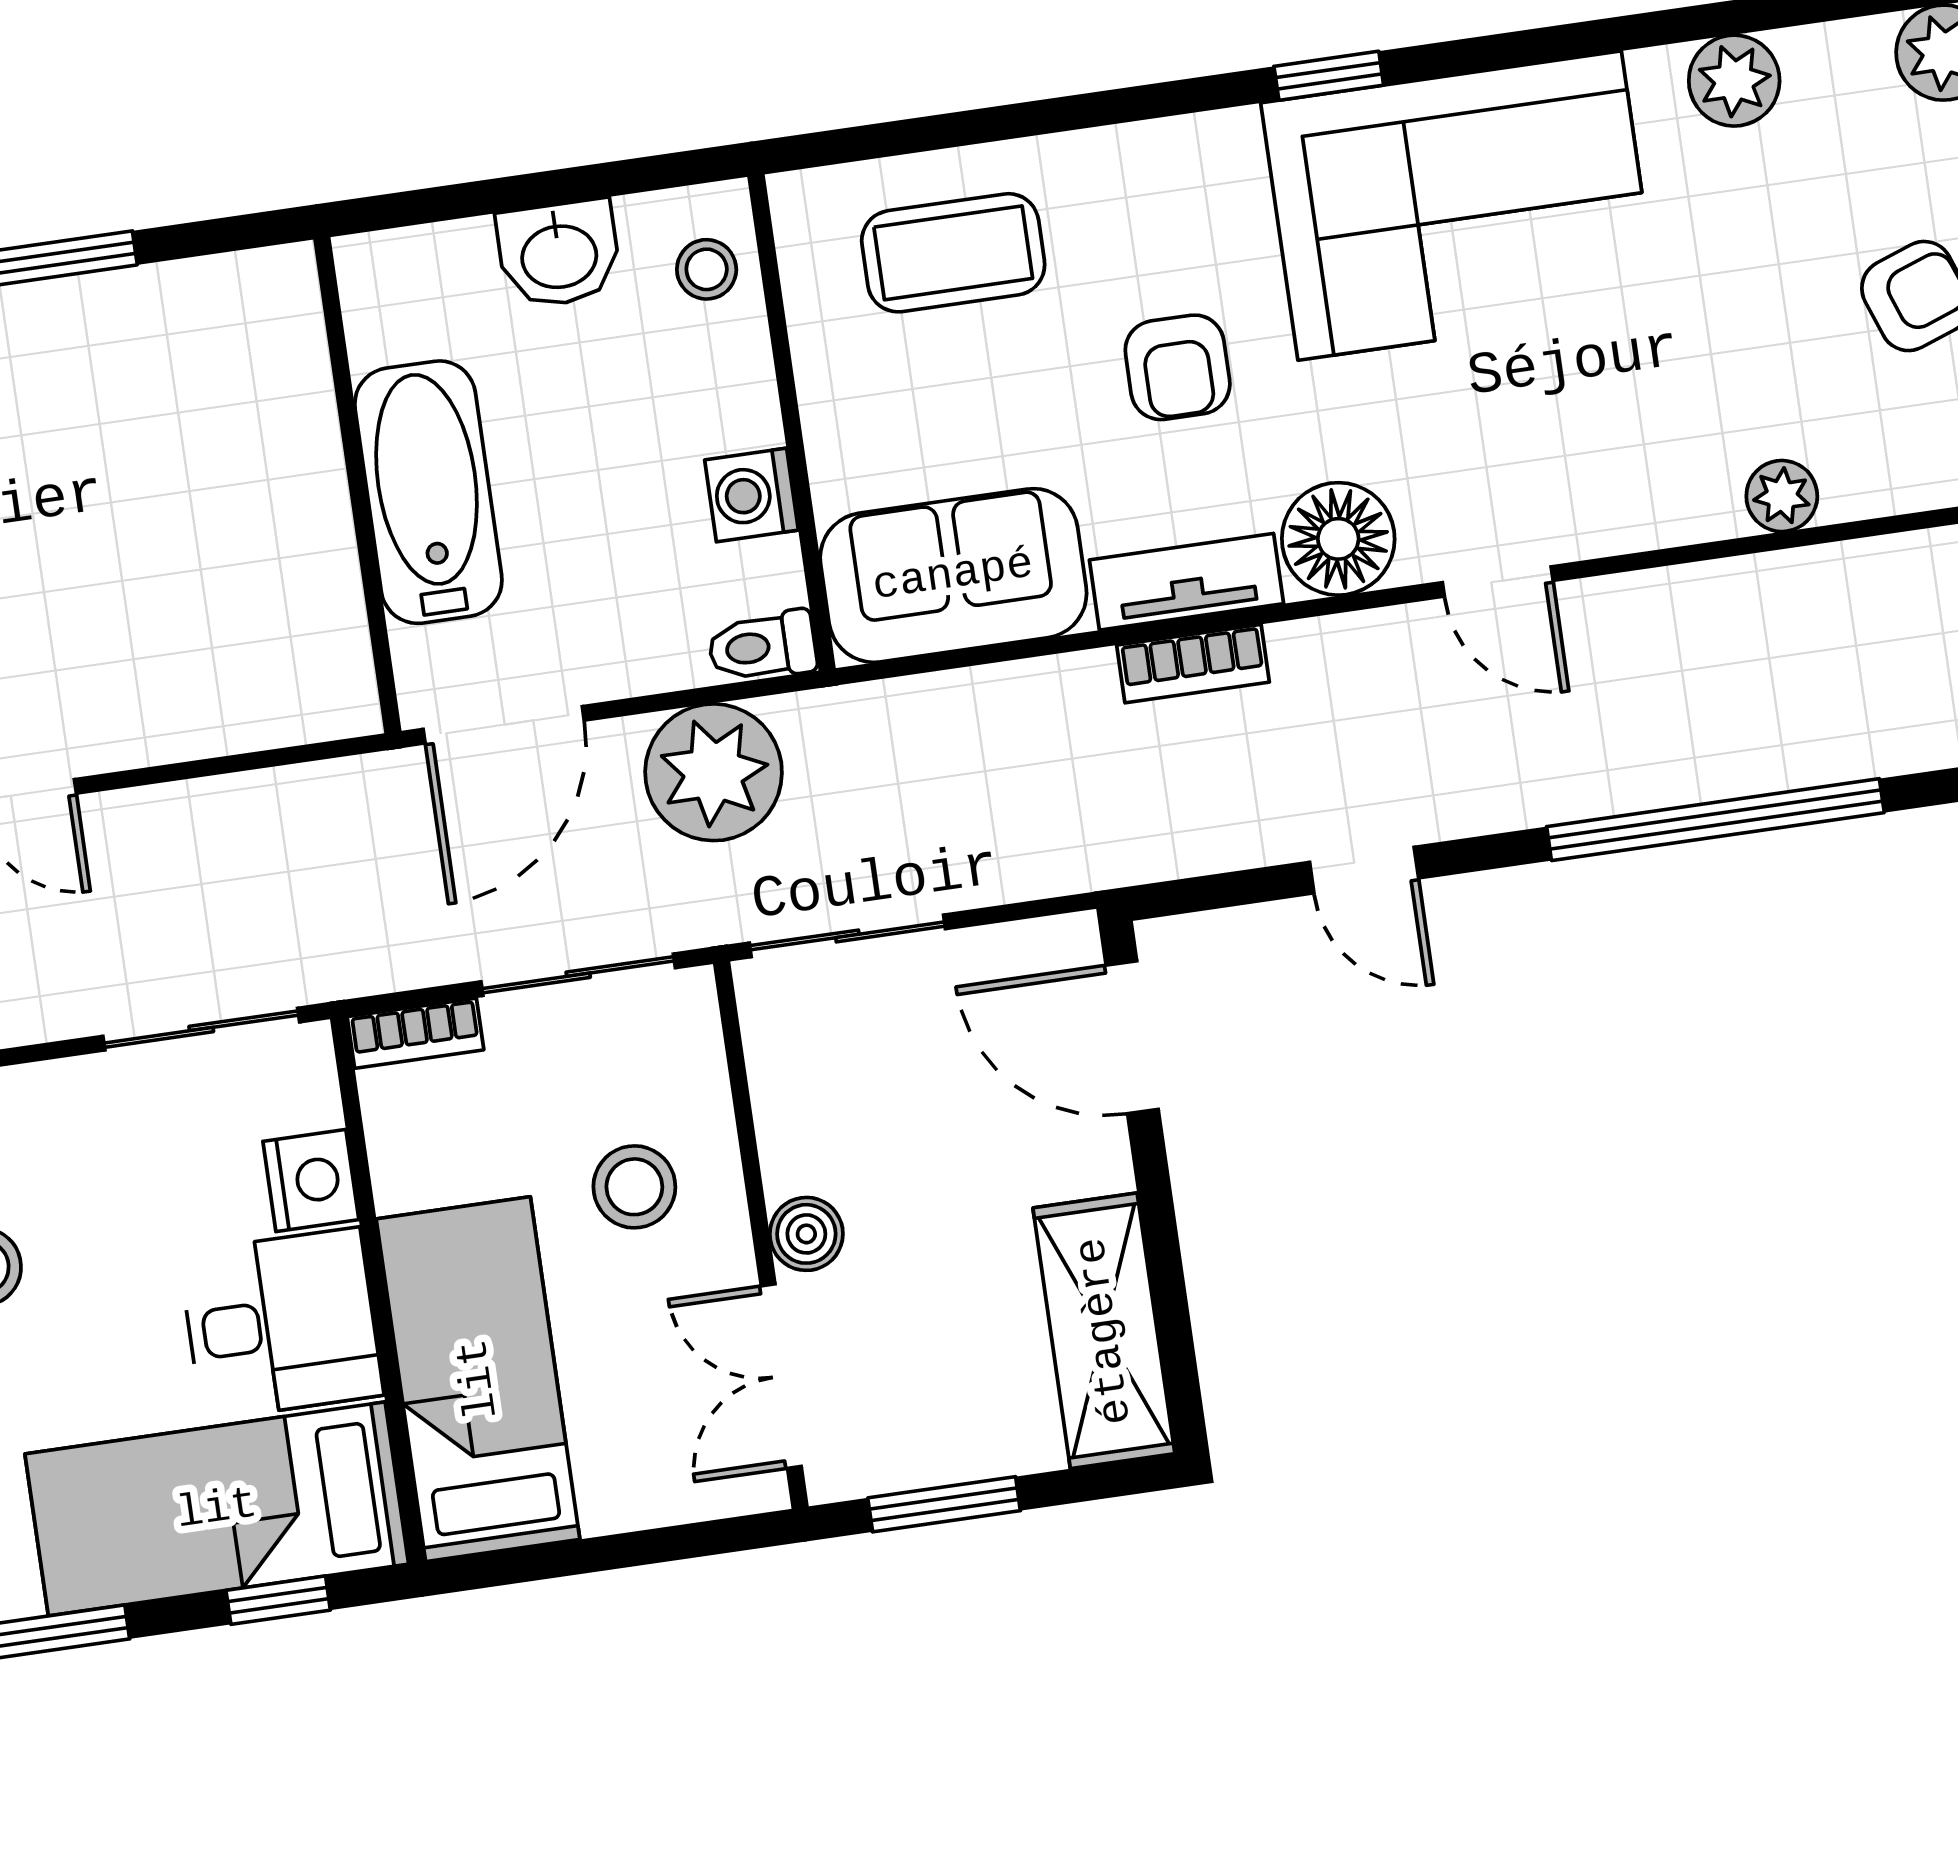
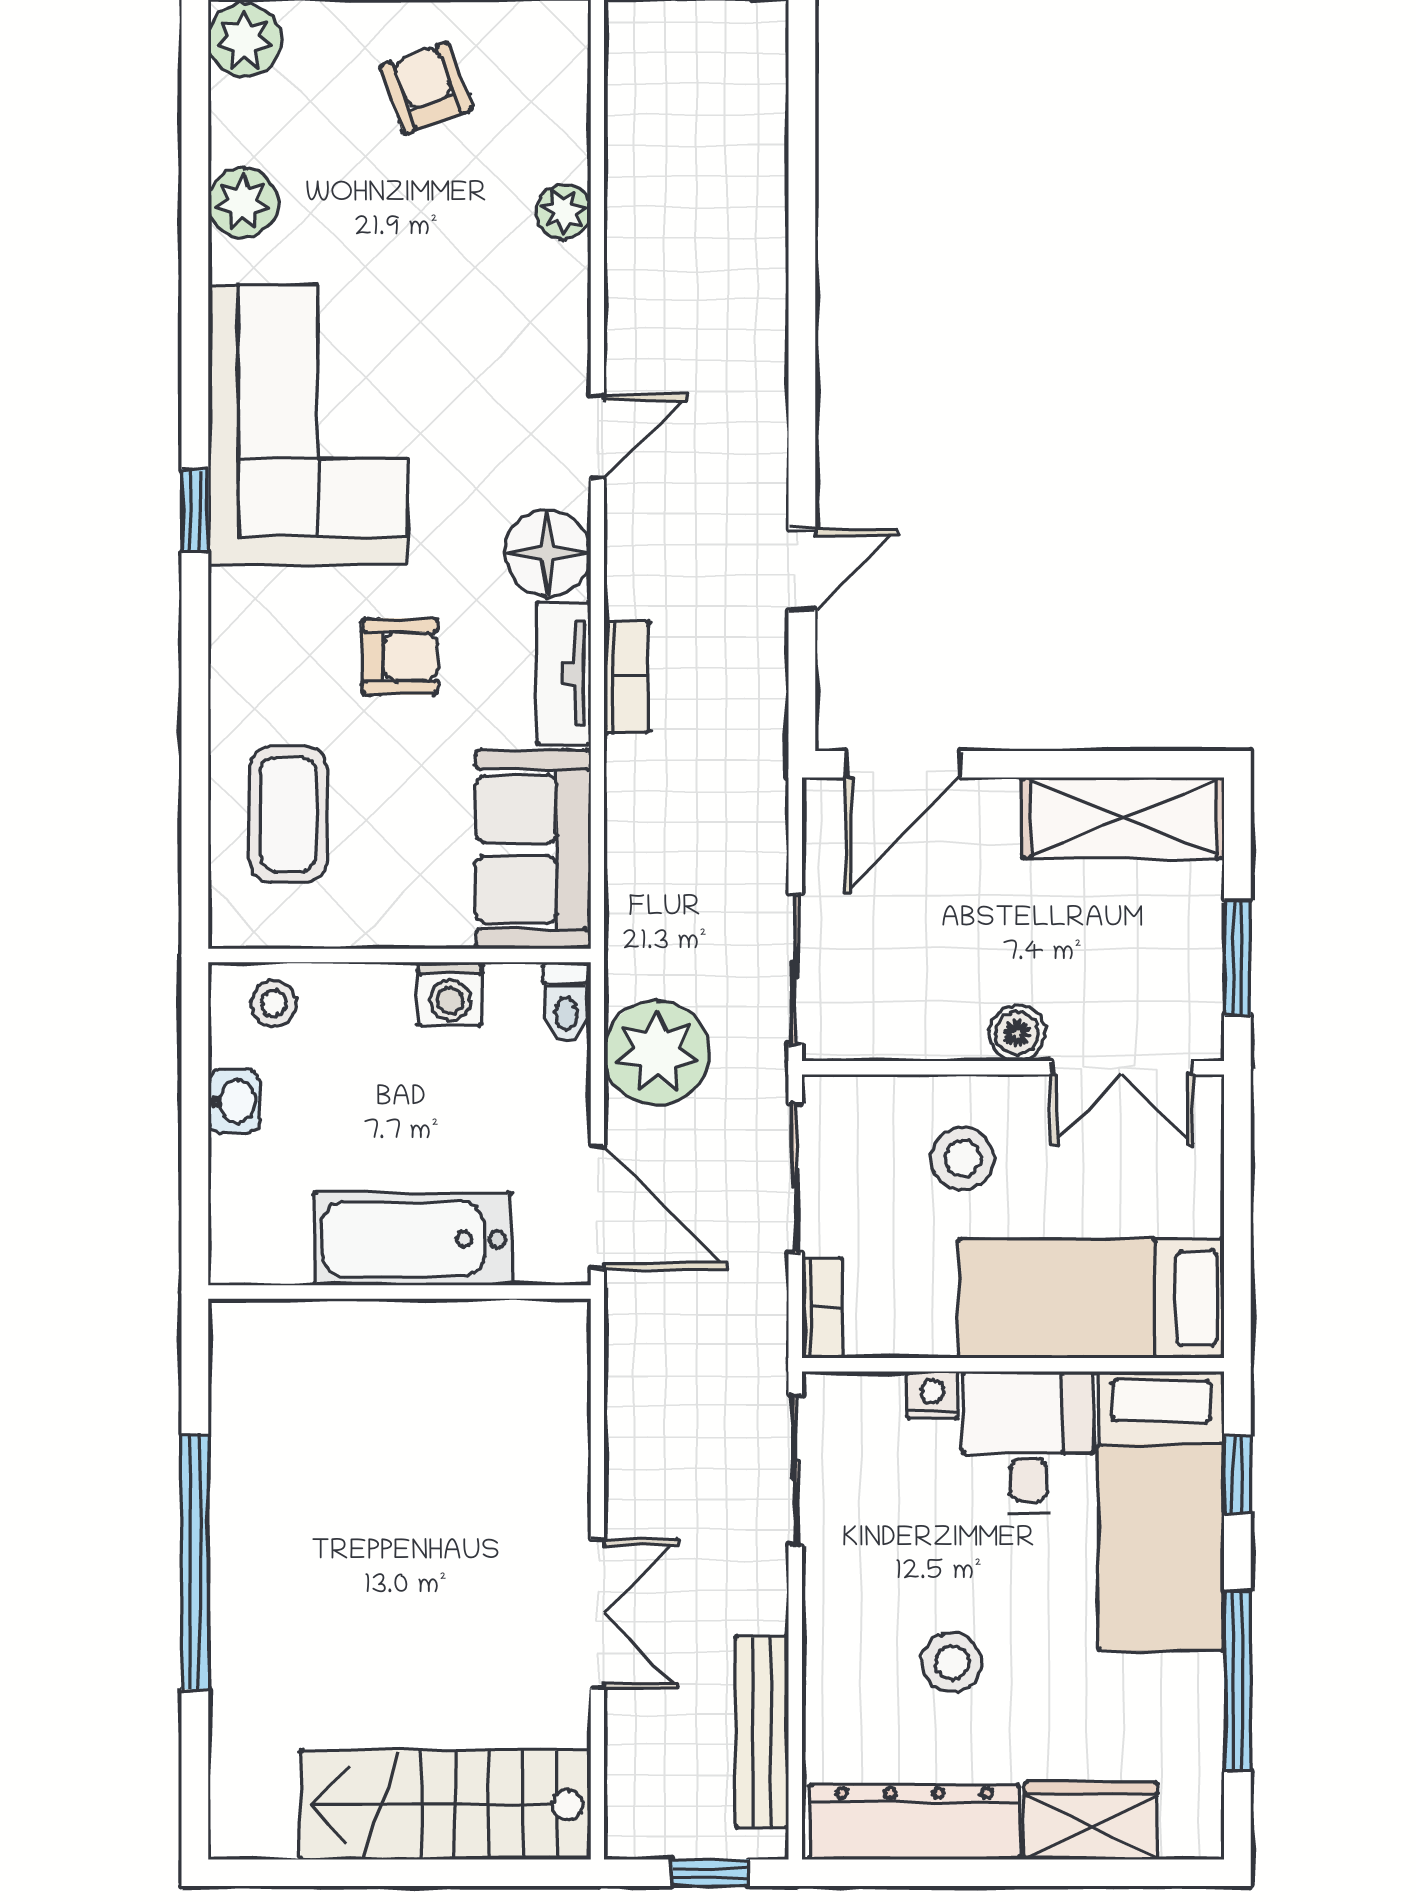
washbasin: (559, 254) -> (234, 1101), width x0.72, depth x0.69
window: (1715, 820) -> (802, 298), removed
nightstand: (311, 1181) -> (932, 1395), width x0.72, depth x0.74

